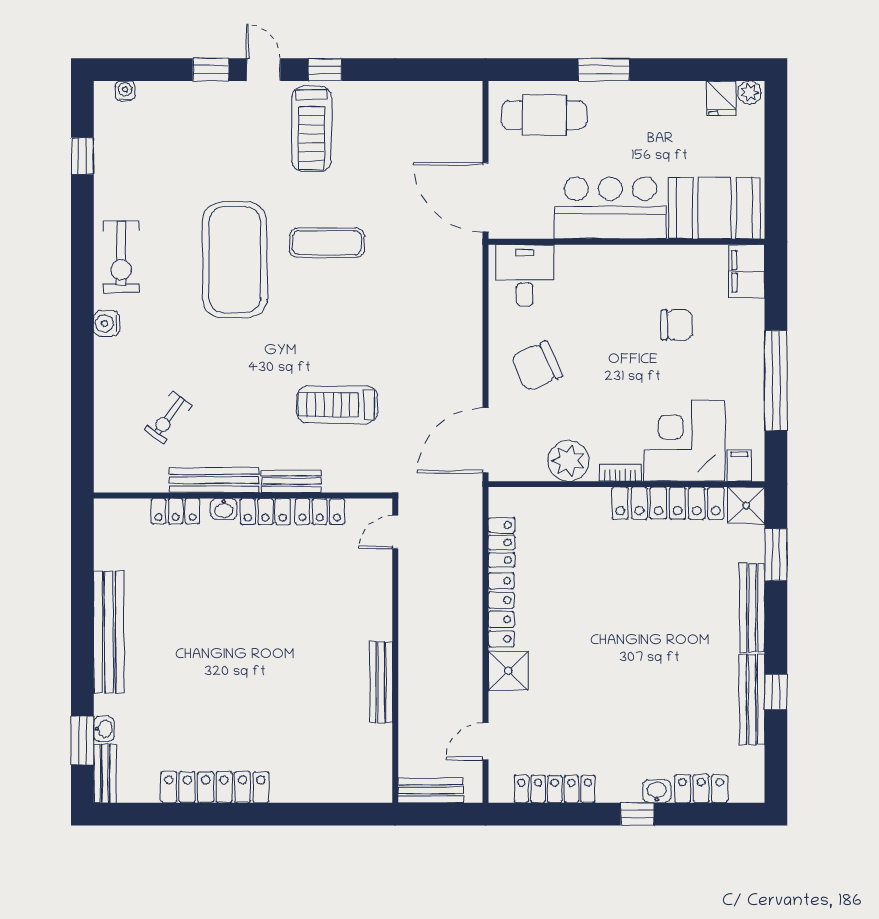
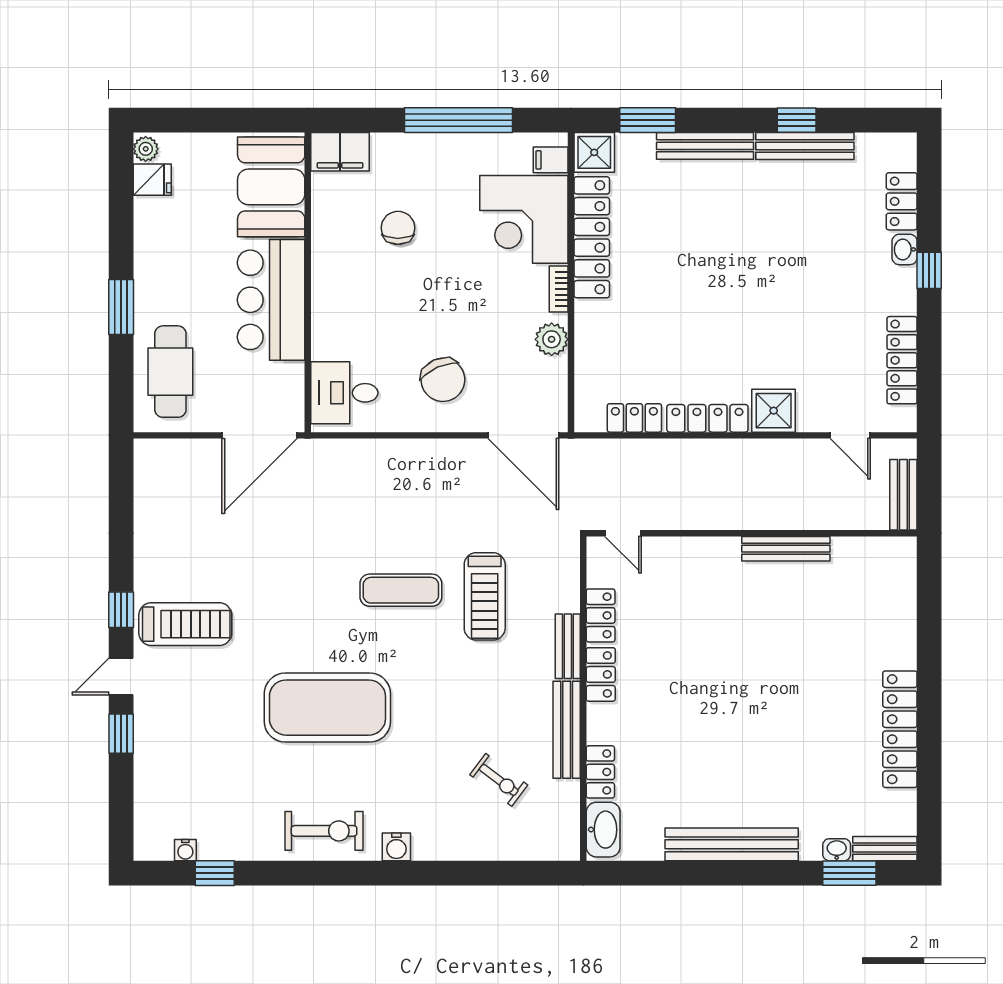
water cooler: (125, 91) -> (185, 850), moved, turned -90
exercise mat: (327, 243) -> (401, 590), moved, turned 90
plant: (568, 461) -> (552, 339), width x0.73, depth x0.73
washbasin: (224, 509) -> (603, 830), moved, width x1.91, depth x1.45

